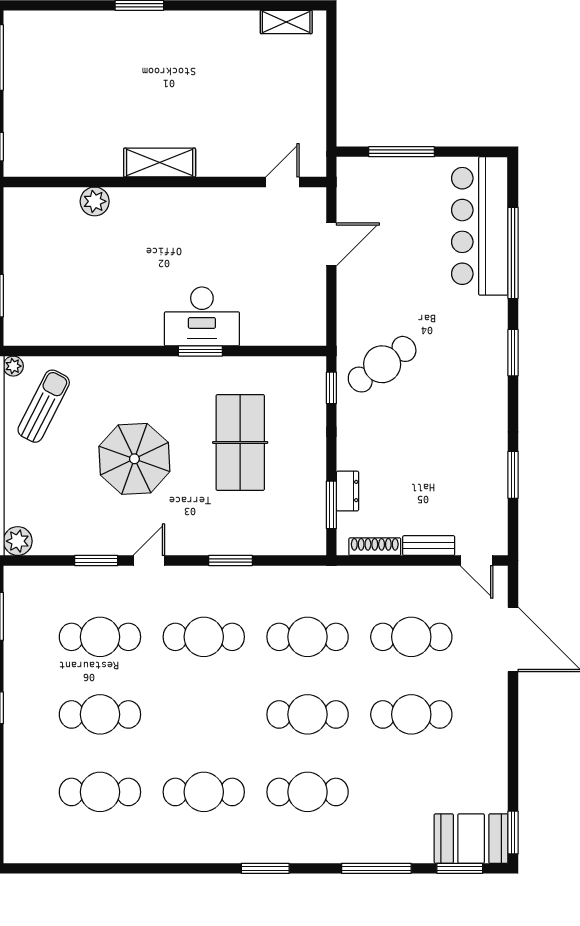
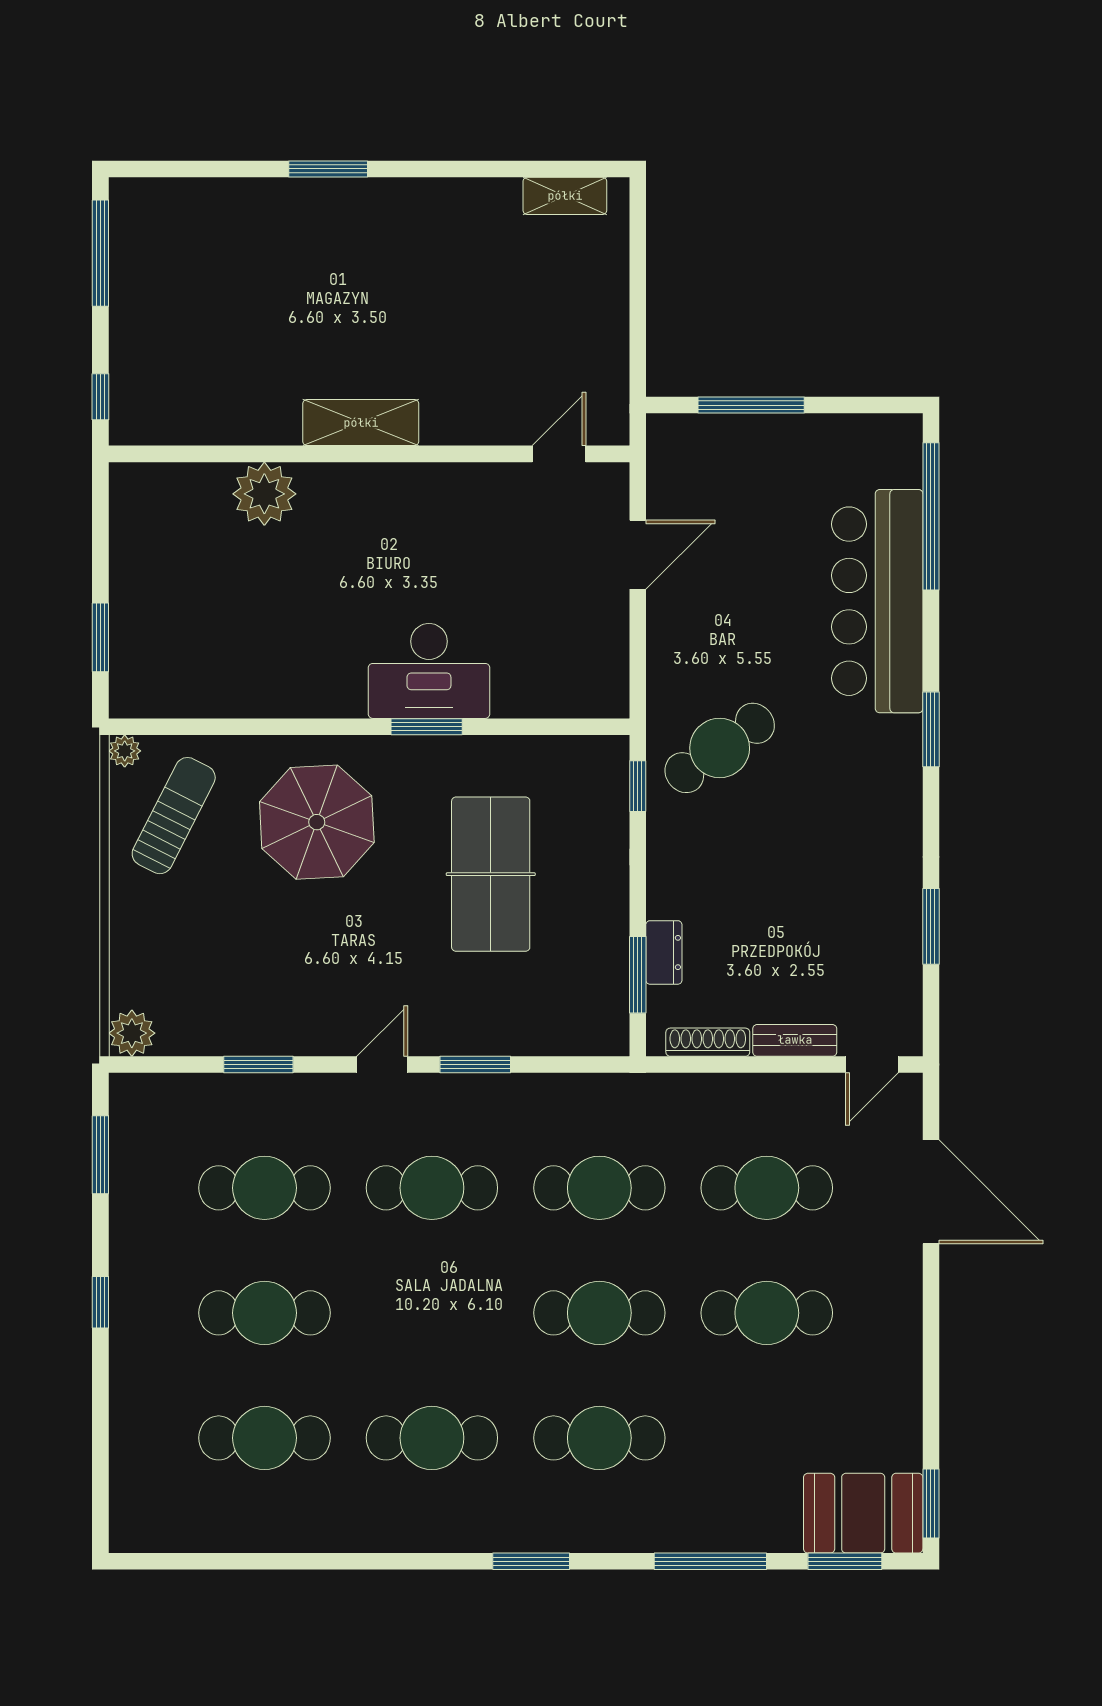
plant: (95, 201) -> (264, 494), width x1.36, depth x1.36
bar counter: (480, 226) -> (877, 601), moved
window: (513, 253) -> (931, 516), moved
parasol: (134, 459) -> (317, 822), moved
door: (149, 560) -> (382, 1065), moved
door: (477, 560) -> (872, 1065), hinge flipped

